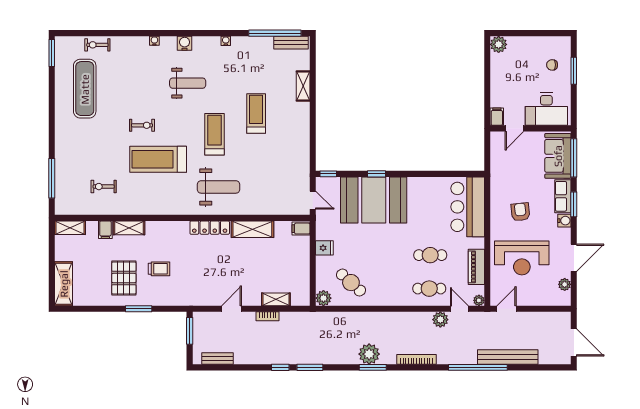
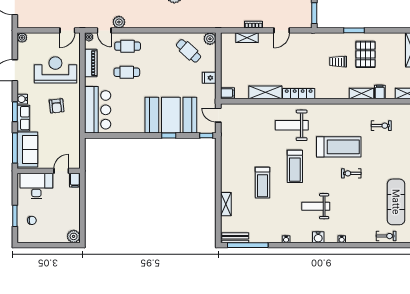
plant: (565, 284) -> (22, 38), moved

